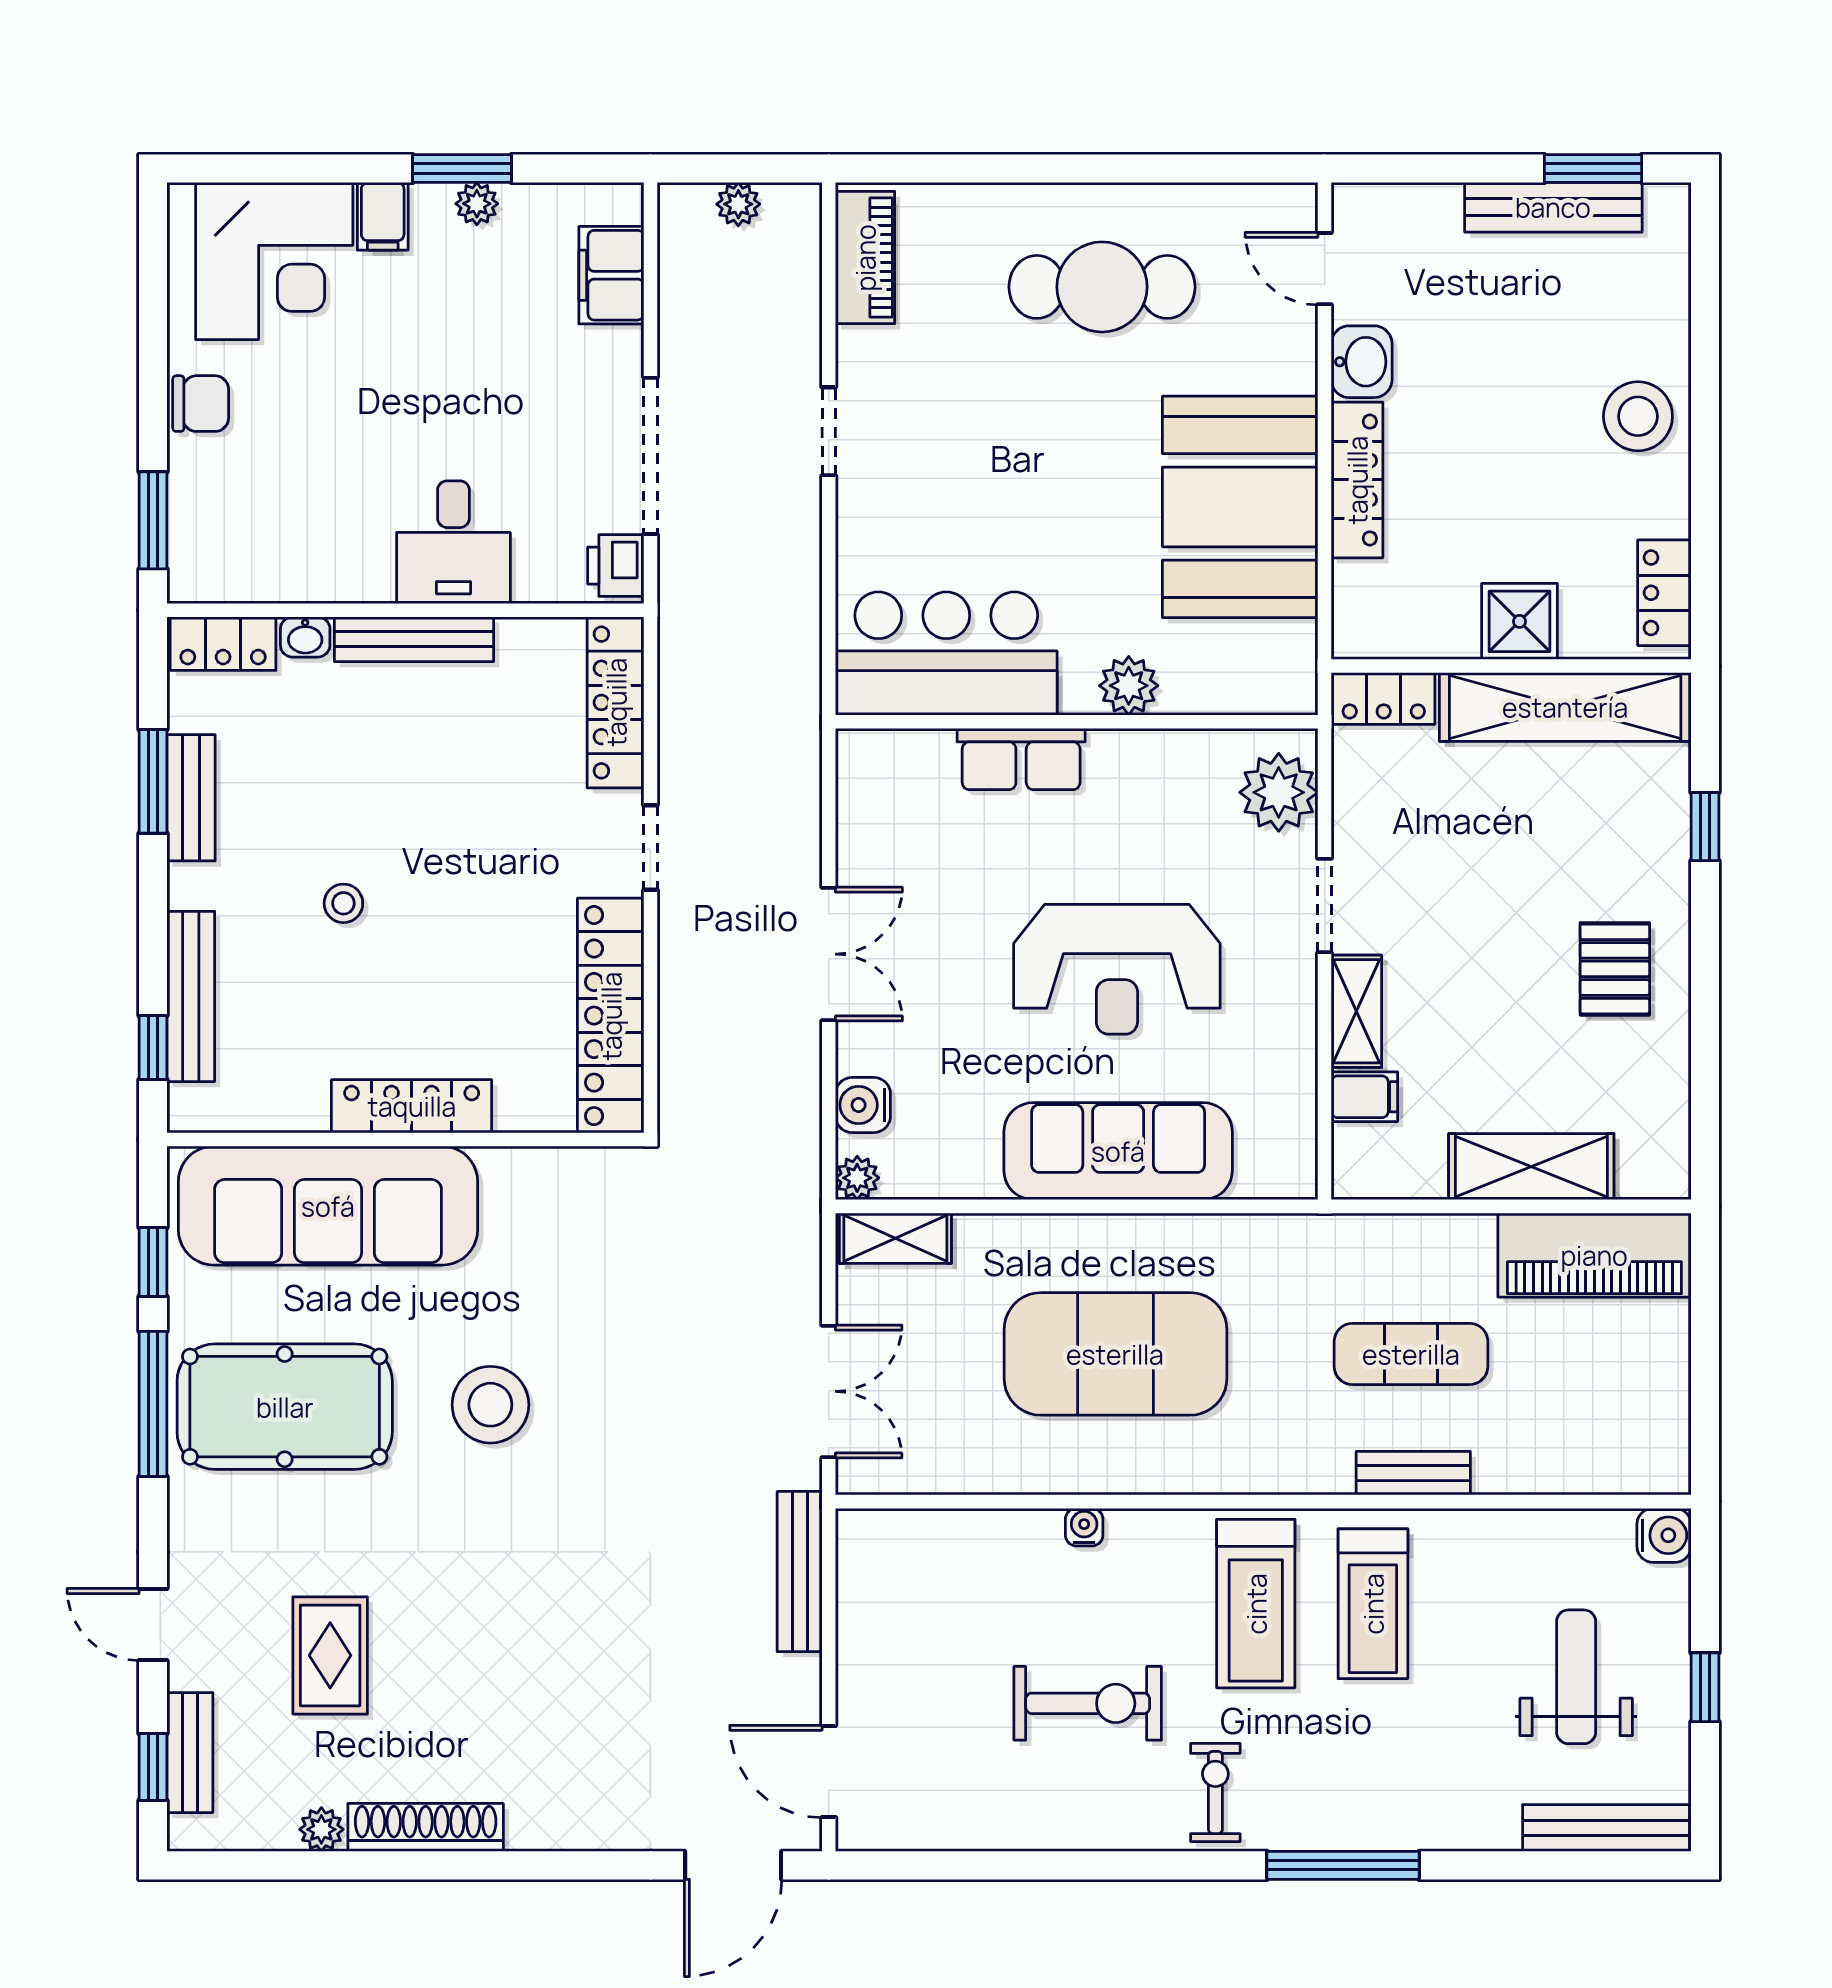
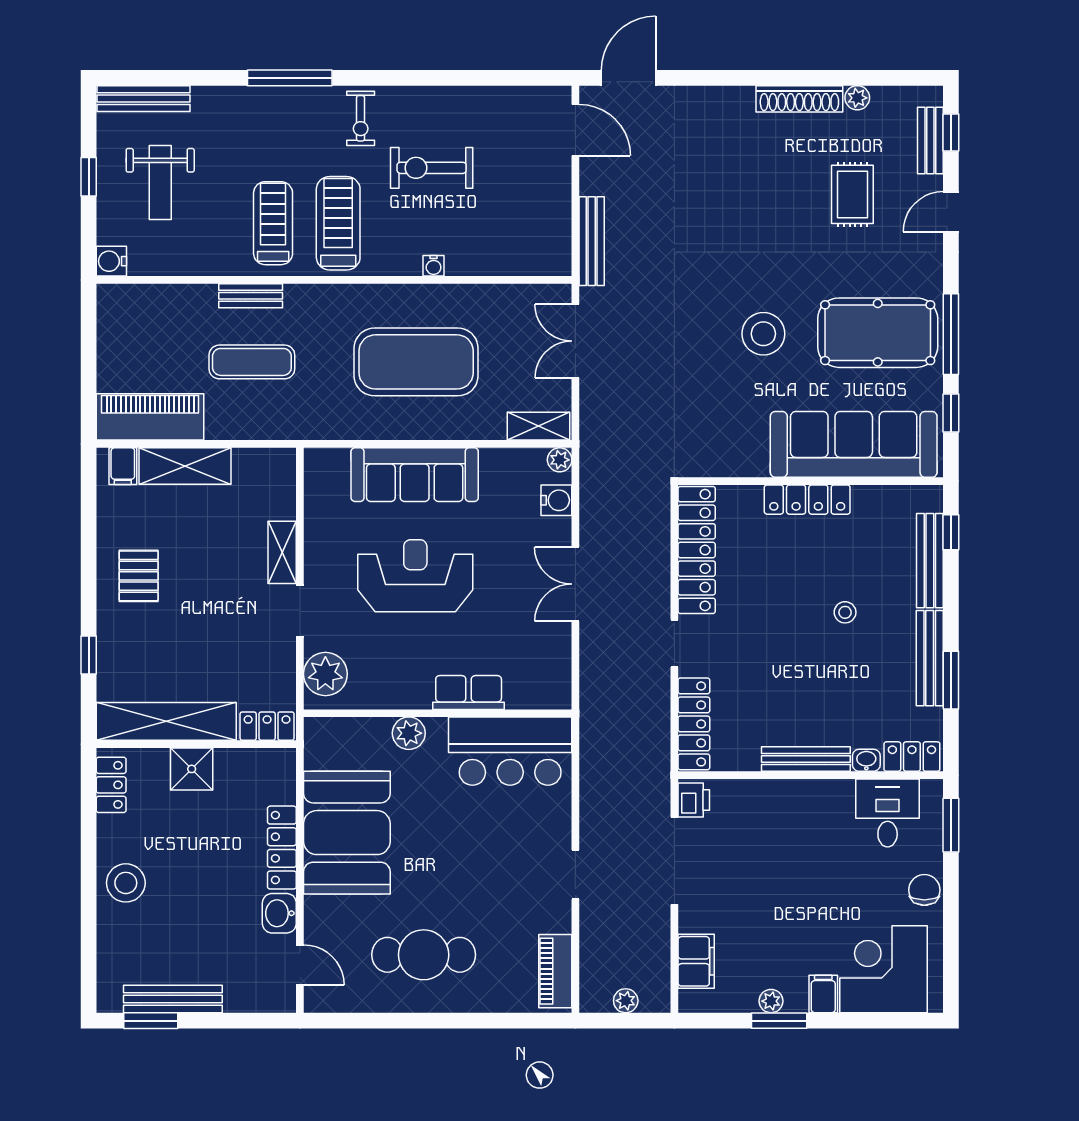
chair: (201, 404) -> (924, 890), turned 90
desk: (453, 542) -> (888, 813), moved
bench: (191, 798) -> (930, 658), width x1.36
filing cabinet: (1364, 1097) -> (123, 466), moved, turned -90
door: (153, 1625) -> (951, 212), swing flipped

